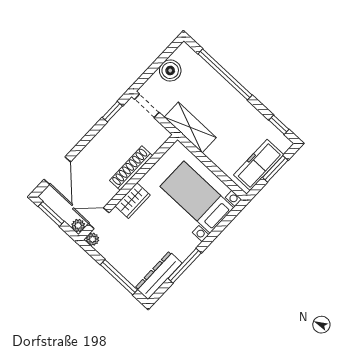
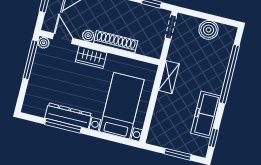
shelving: (190, 127) -> (169, 77), width x0.67, depth x0.75
freezer: (259, 165) -> (206, 115), moved, turned -90
plant: (78, 226) -> (88, 36), moved
dresser: (159, 275) -> (68, 116), moved
window: (119, 277) -> (30, 60), moved

